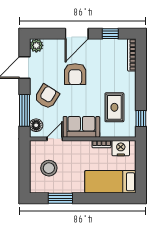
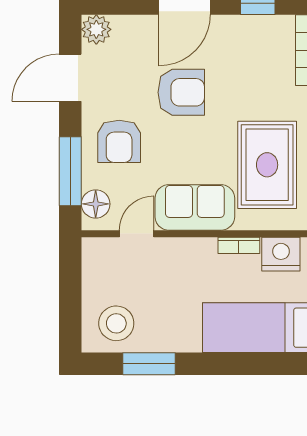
armchair: (75, 74) -> (181, 92), turned -90
armchair: (47, 97) -> (119, 141), turned 148
rug: (114, 107) -> (267, 165), width x1.36, depth x1.43
stool: (49, 168) -> (116, 323), moved

